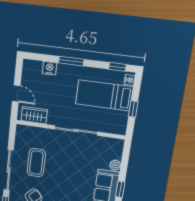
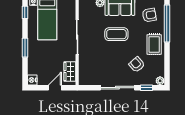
nightstand: (50, 68) -> (32, 80), moved
coffee table: (36, 163) -> (116, 34), moved

